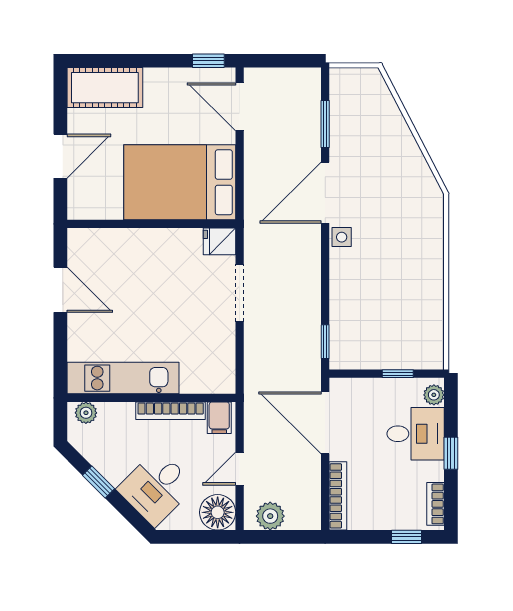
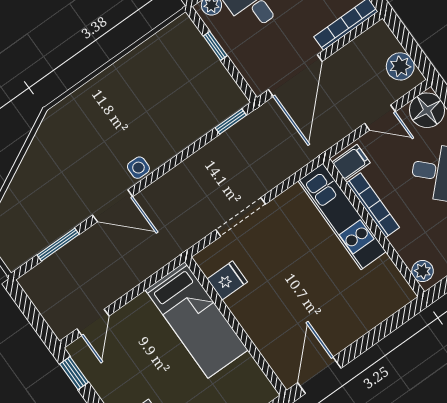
door: (240, 107) -> (93, 322), width x0.73
bed: (180, 182) -> (197, 320), width x0.67
door: (325, 193) -> (113, 206), width x0.73
fridge: (219, 241) -> (227, 280), moved, turned -90
door: (60, 290) -> (319, 375), moved
kitchen unit: (123, 378) -> (342, 216), moved

